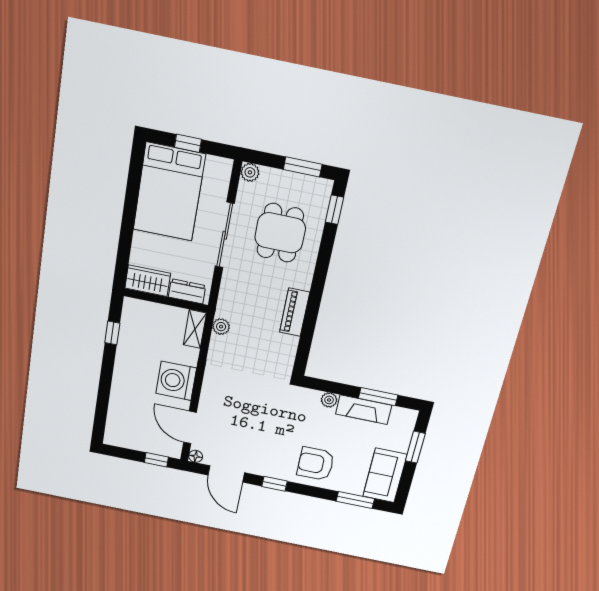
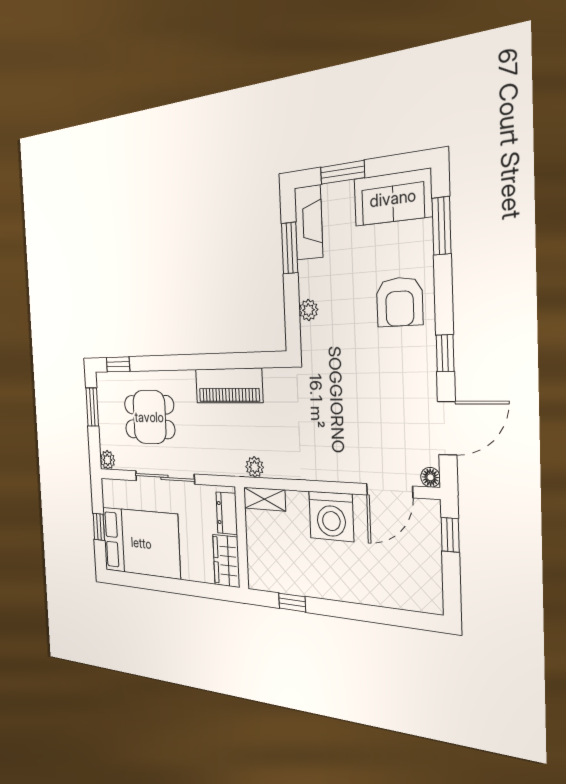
piano: (295, 312) -> (229, 386), width x1.37, depth x1.33
fireplace: (364, 410) -> (308, 223), moved

